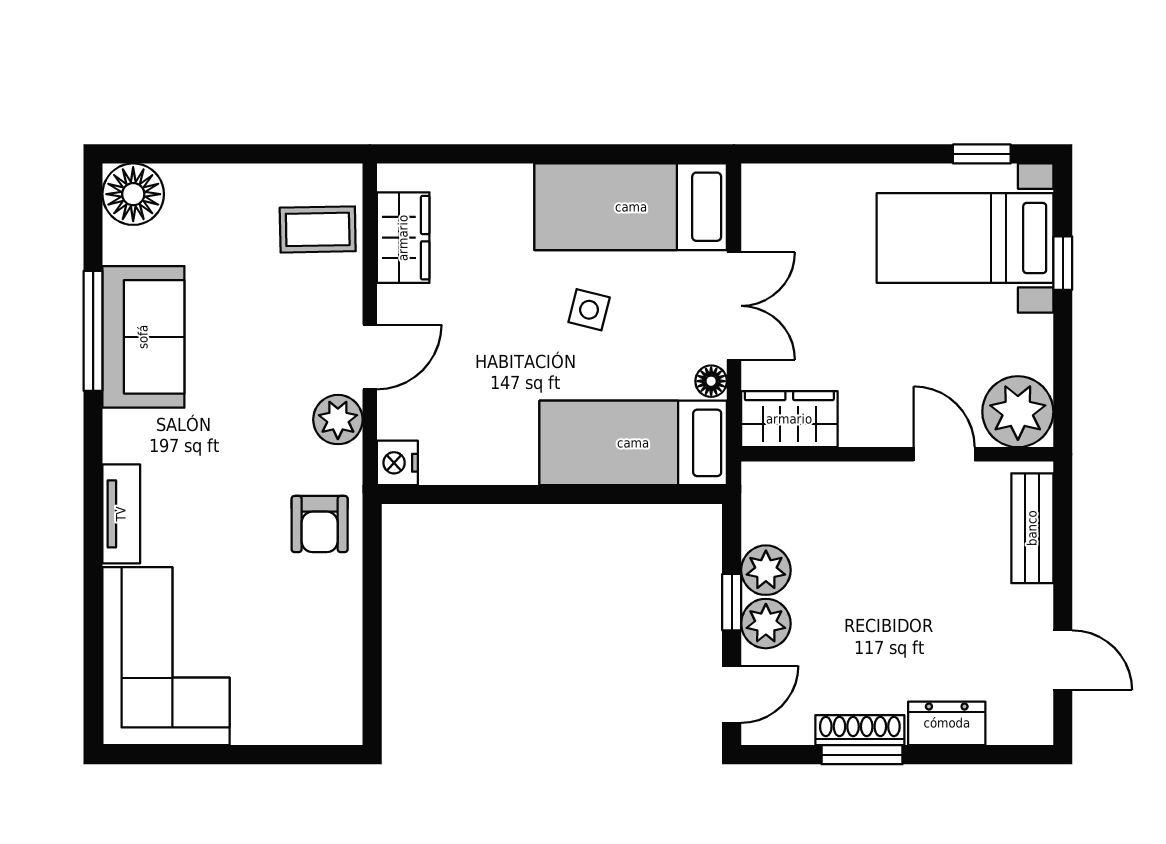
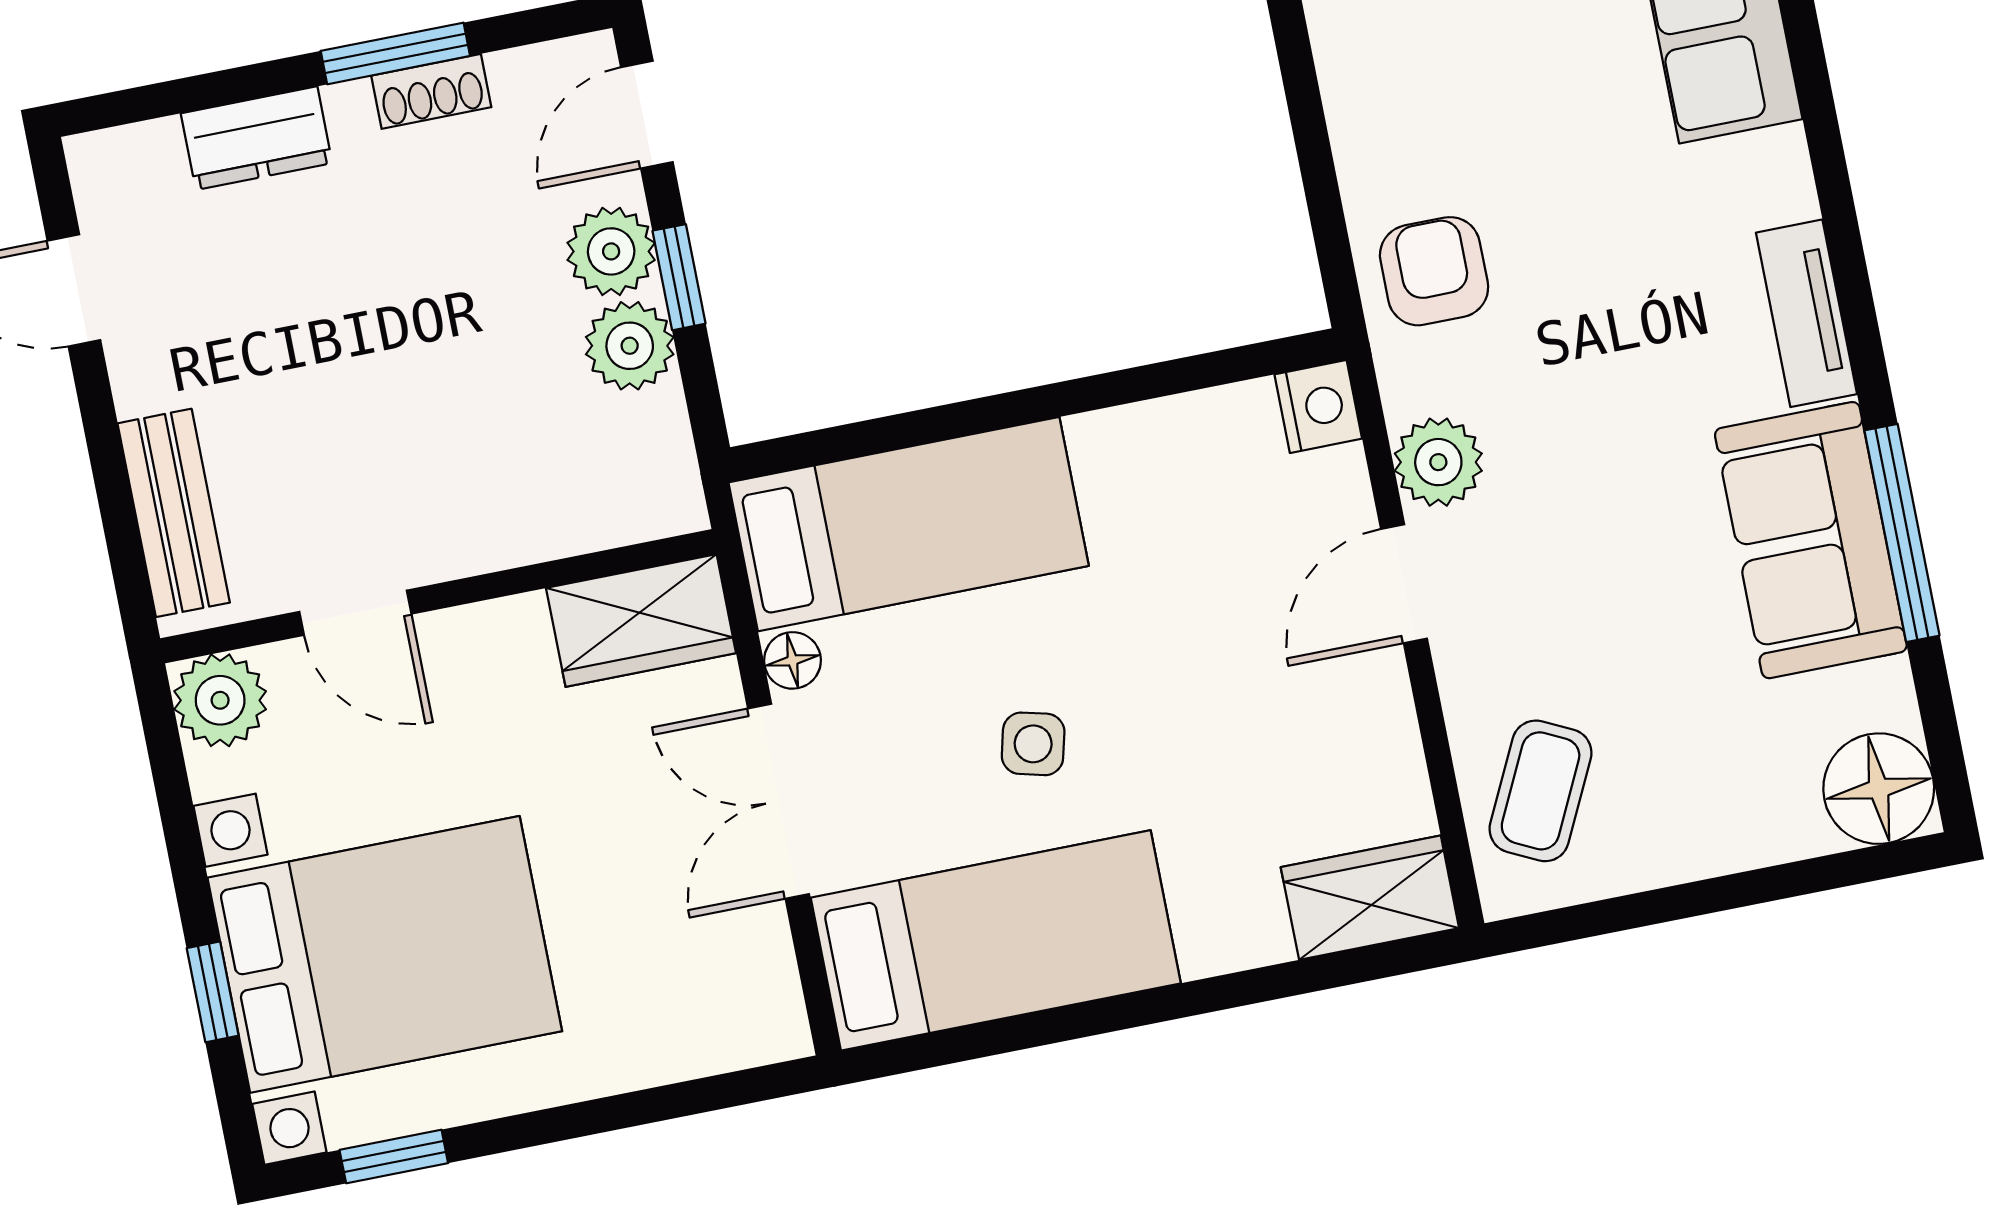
coffee table: (318, 229) -> (1541, 791), turned -63
wardrobe: (403, 238) -> (1370, 898), moved, turned 90
bed with nightstands: (965, 238) -> (385, 954), width x1.36
plant: (1018, 412) -> (220, 700), width x0.73, depth x0.73
tv unit: (121, 514) -> (1806, 313), moved
shoe rack: (860, 730) -> (431, 91), width x0.70

